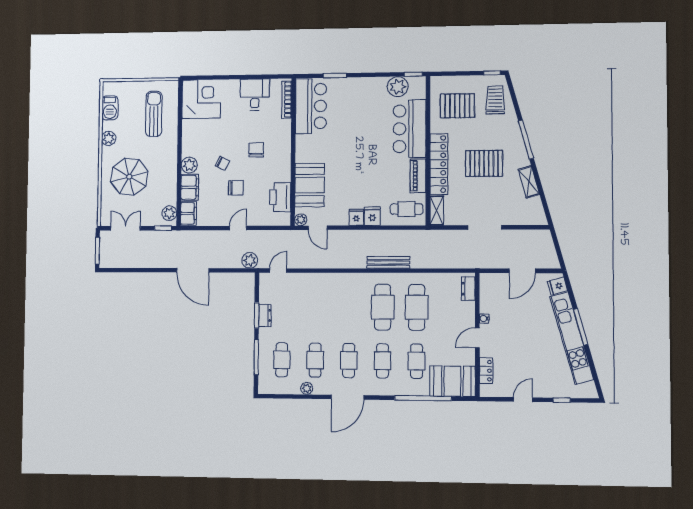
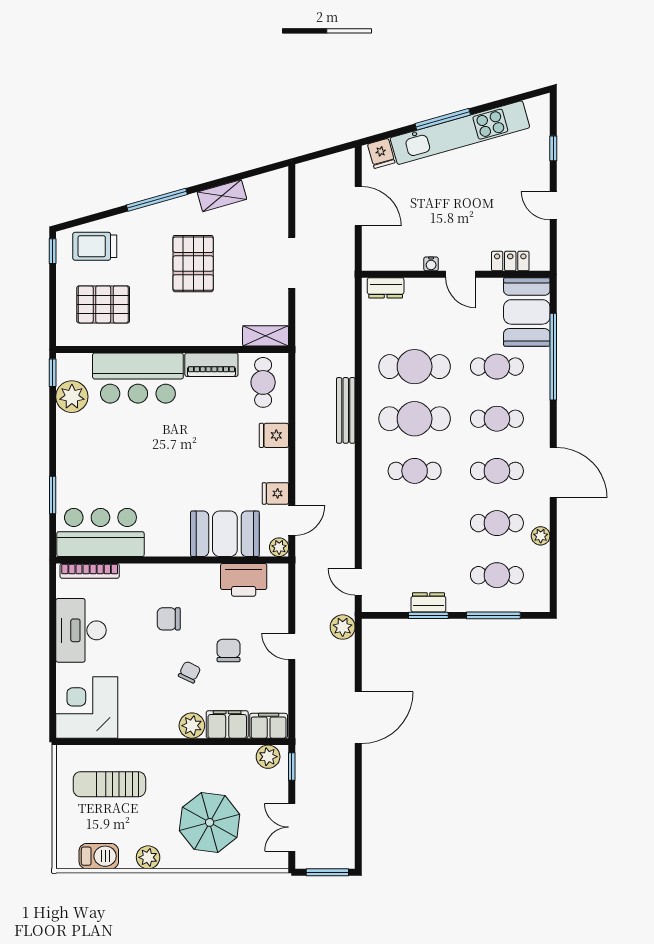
desk: (255, 95) -> (81, 630), width x1.37
pallet: (457, 106) -> (103, 304), turned 90
locker: (439, 164) -> (193, 333), removed
fridge: (356, 217) -> (275, 493), moved
cafe table: (349, 307) -> (415, 471), added

